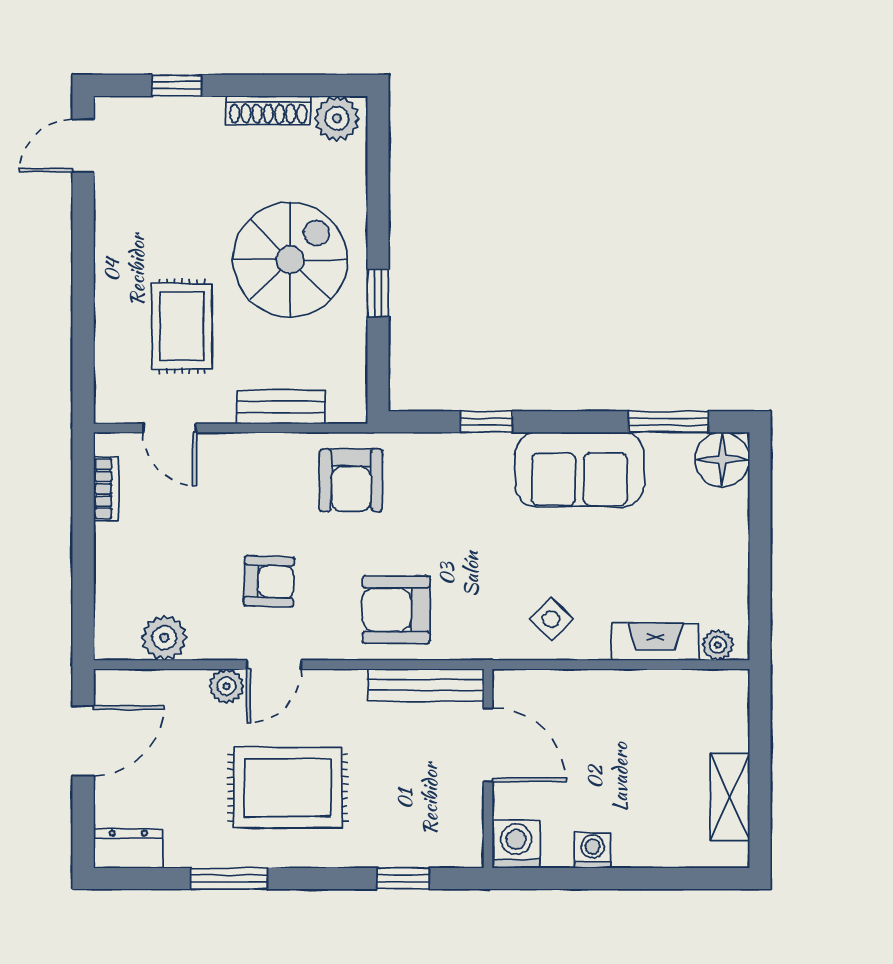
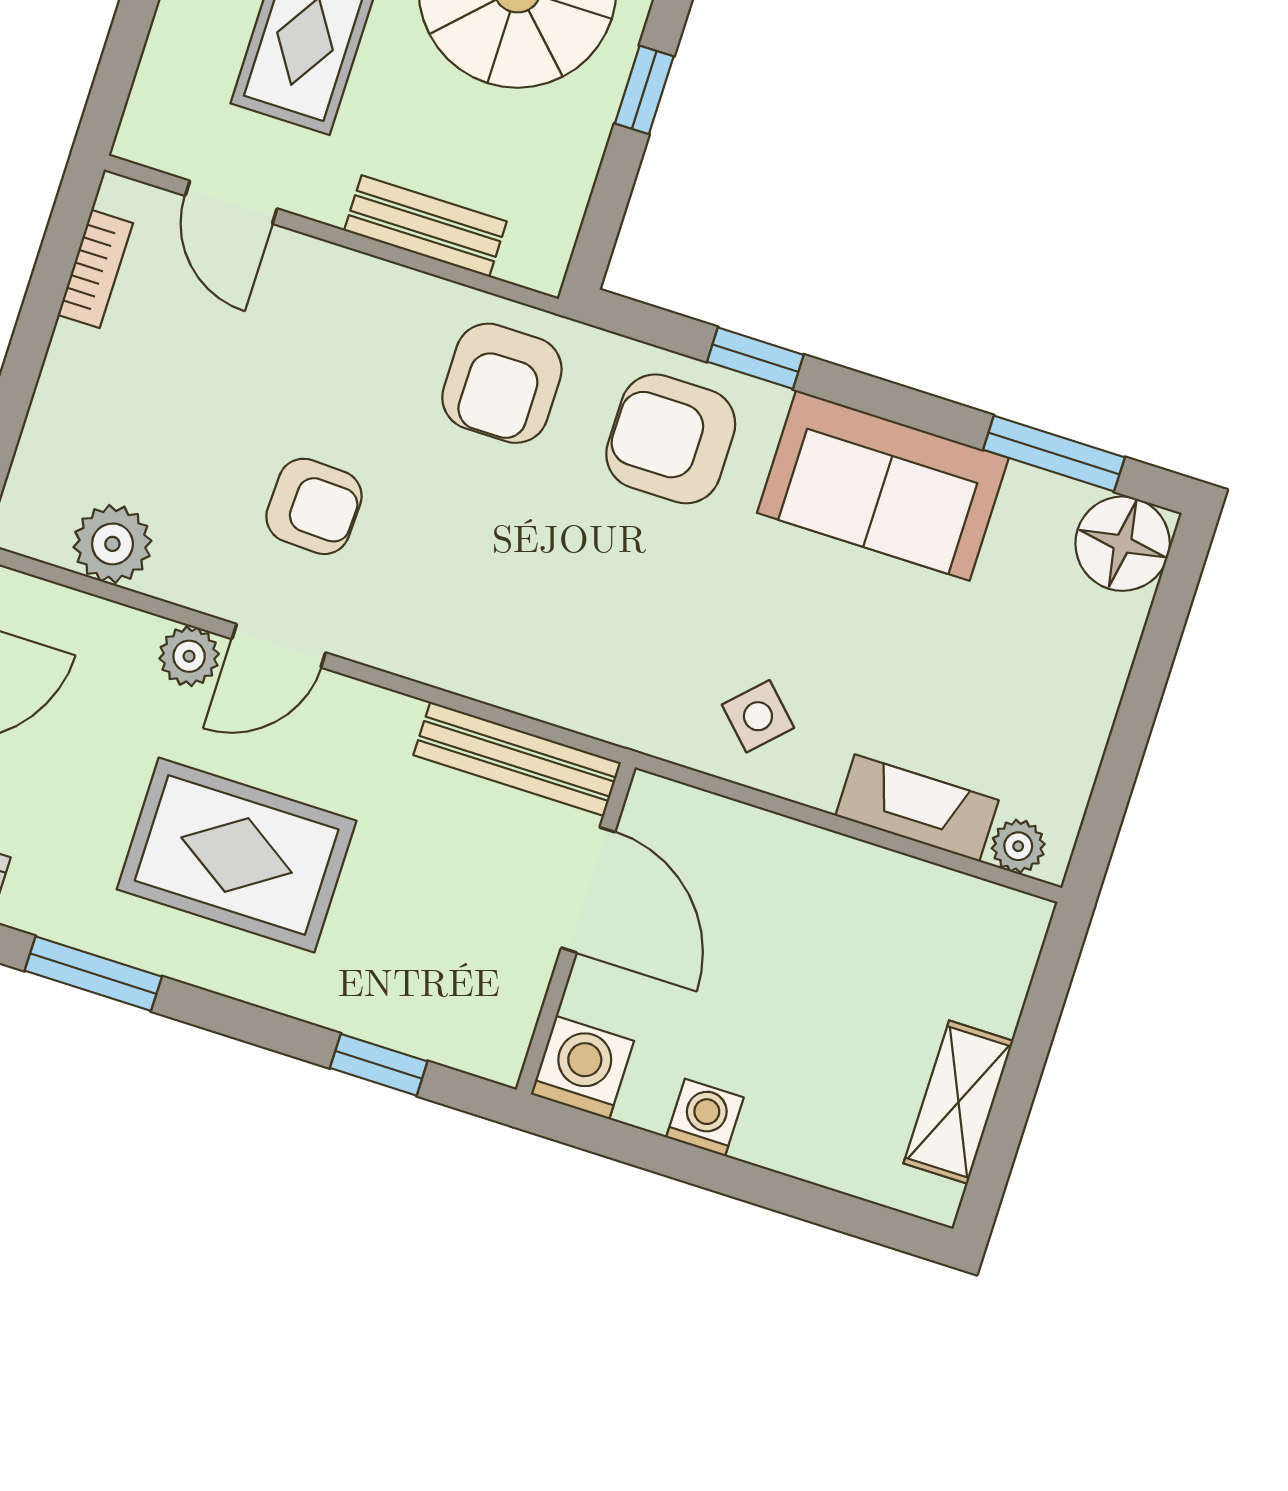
armchair: (396, 610) -> (671, 439), moved

